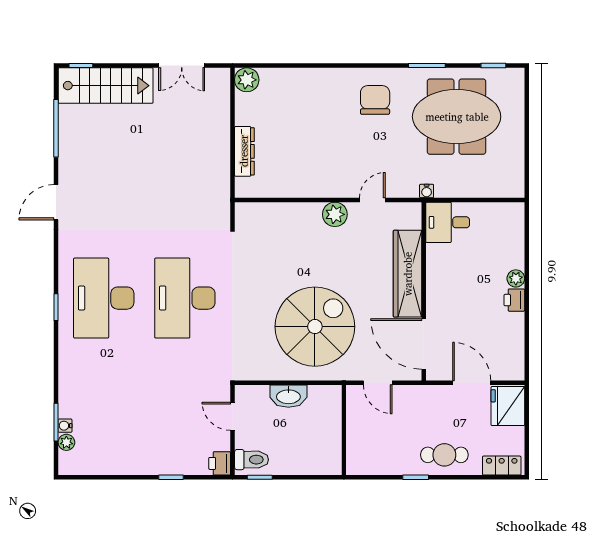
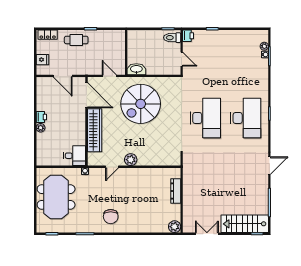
meeting table: (457, 117) -> (56, 197), moved, turned 90
washbasin: (288, 396) -> (136, 69), moved
fridge: (508, 406) -> (42, 60), width x0.53, depth x0.75

